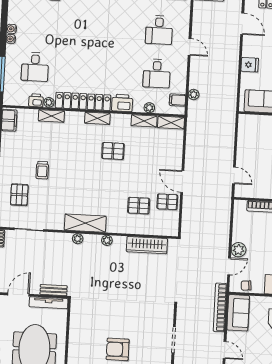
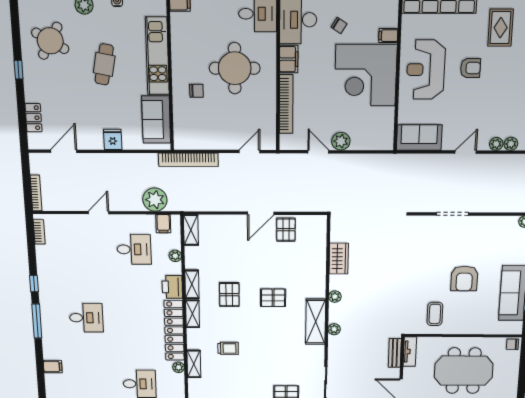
desk: (159, 30) -> (86, 318), moved
plant: (194, 95) -> (155, 200), width x1.88, depth x1.88
printer: (36, 100) -> (177, 381), removed
shelving: (144, 121) -> (192, 284), moved
trolley: (42, 170) -> (228, 348), moved
pallet: (139, 206) -> (273, 298), moved, turned 90
wardrobe: (147, 245) -> (339, 259), width x0.67
door: (229, 266) -> (318, 152), moved
chair: (246, 286) -> (385, 130), removed
tv unit: (49, 303) -> (410, 352), width x0.71
bookcase: (220, 307) -> (188, 160), moved
coffee table: (87, 325) -> (435, 314), added

